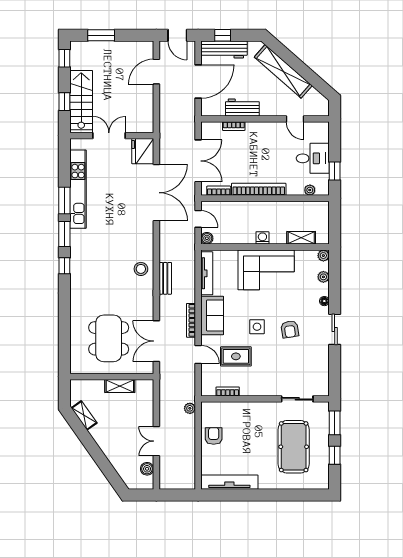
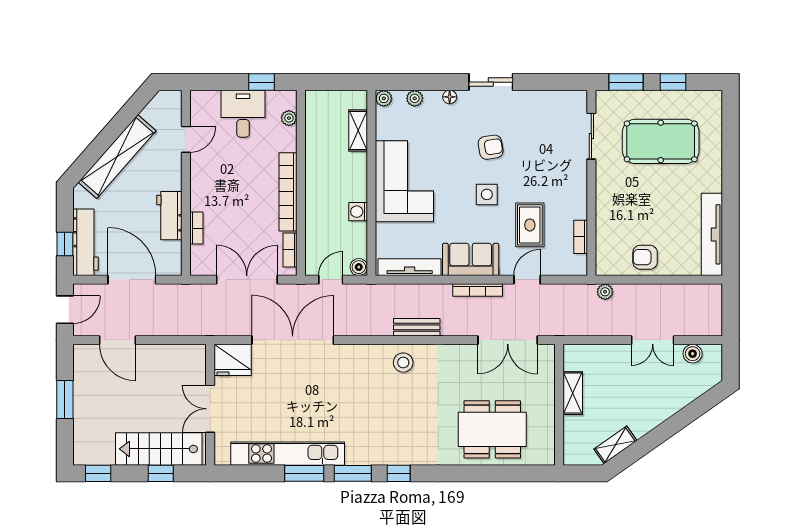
window: (101, 35) -> (65, 400), moved
washing machine: (262, 238) -> (358, 212), moved
dining table: (109, 338) -> (492, 429), moved

